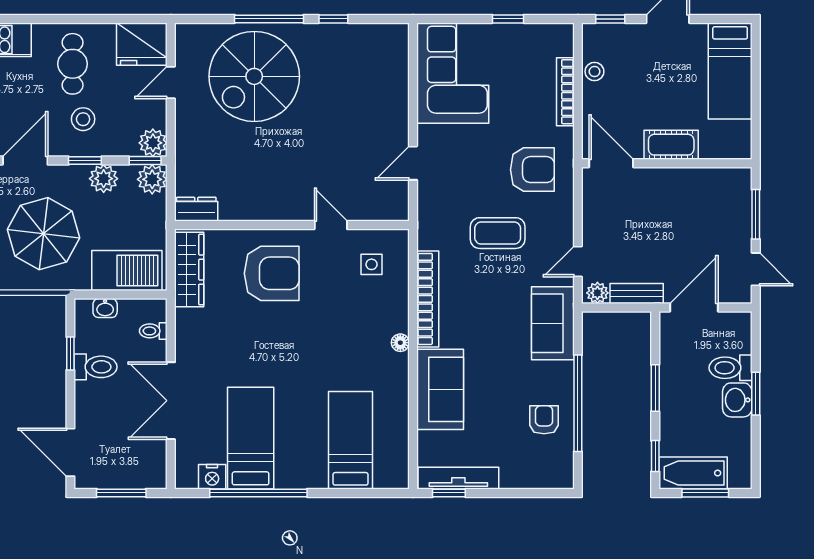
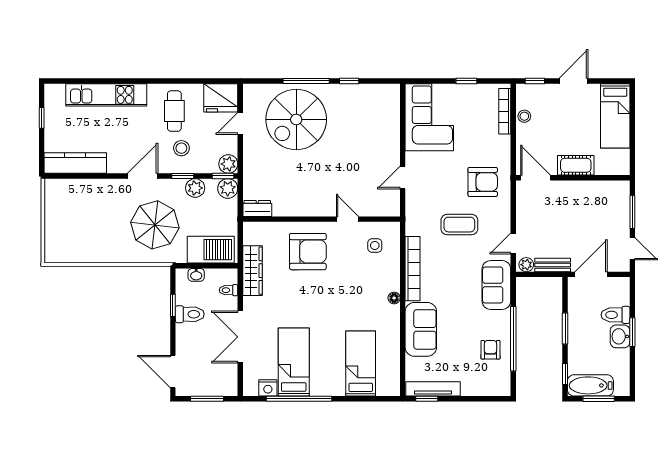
bookcase: (565, 92) -> (505, 111), moved
wardrobe: (189, 270) -> (253, 271), moved

